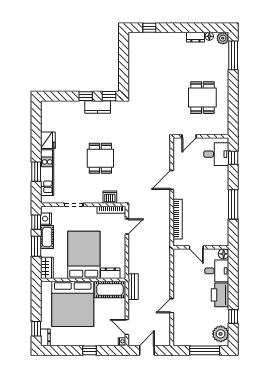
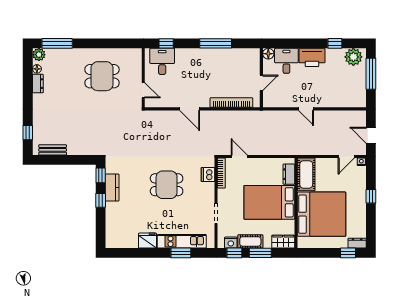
bench: (133, 287) -> (53, 150), moved
door: (172, 306) -> (306, 109), moved

